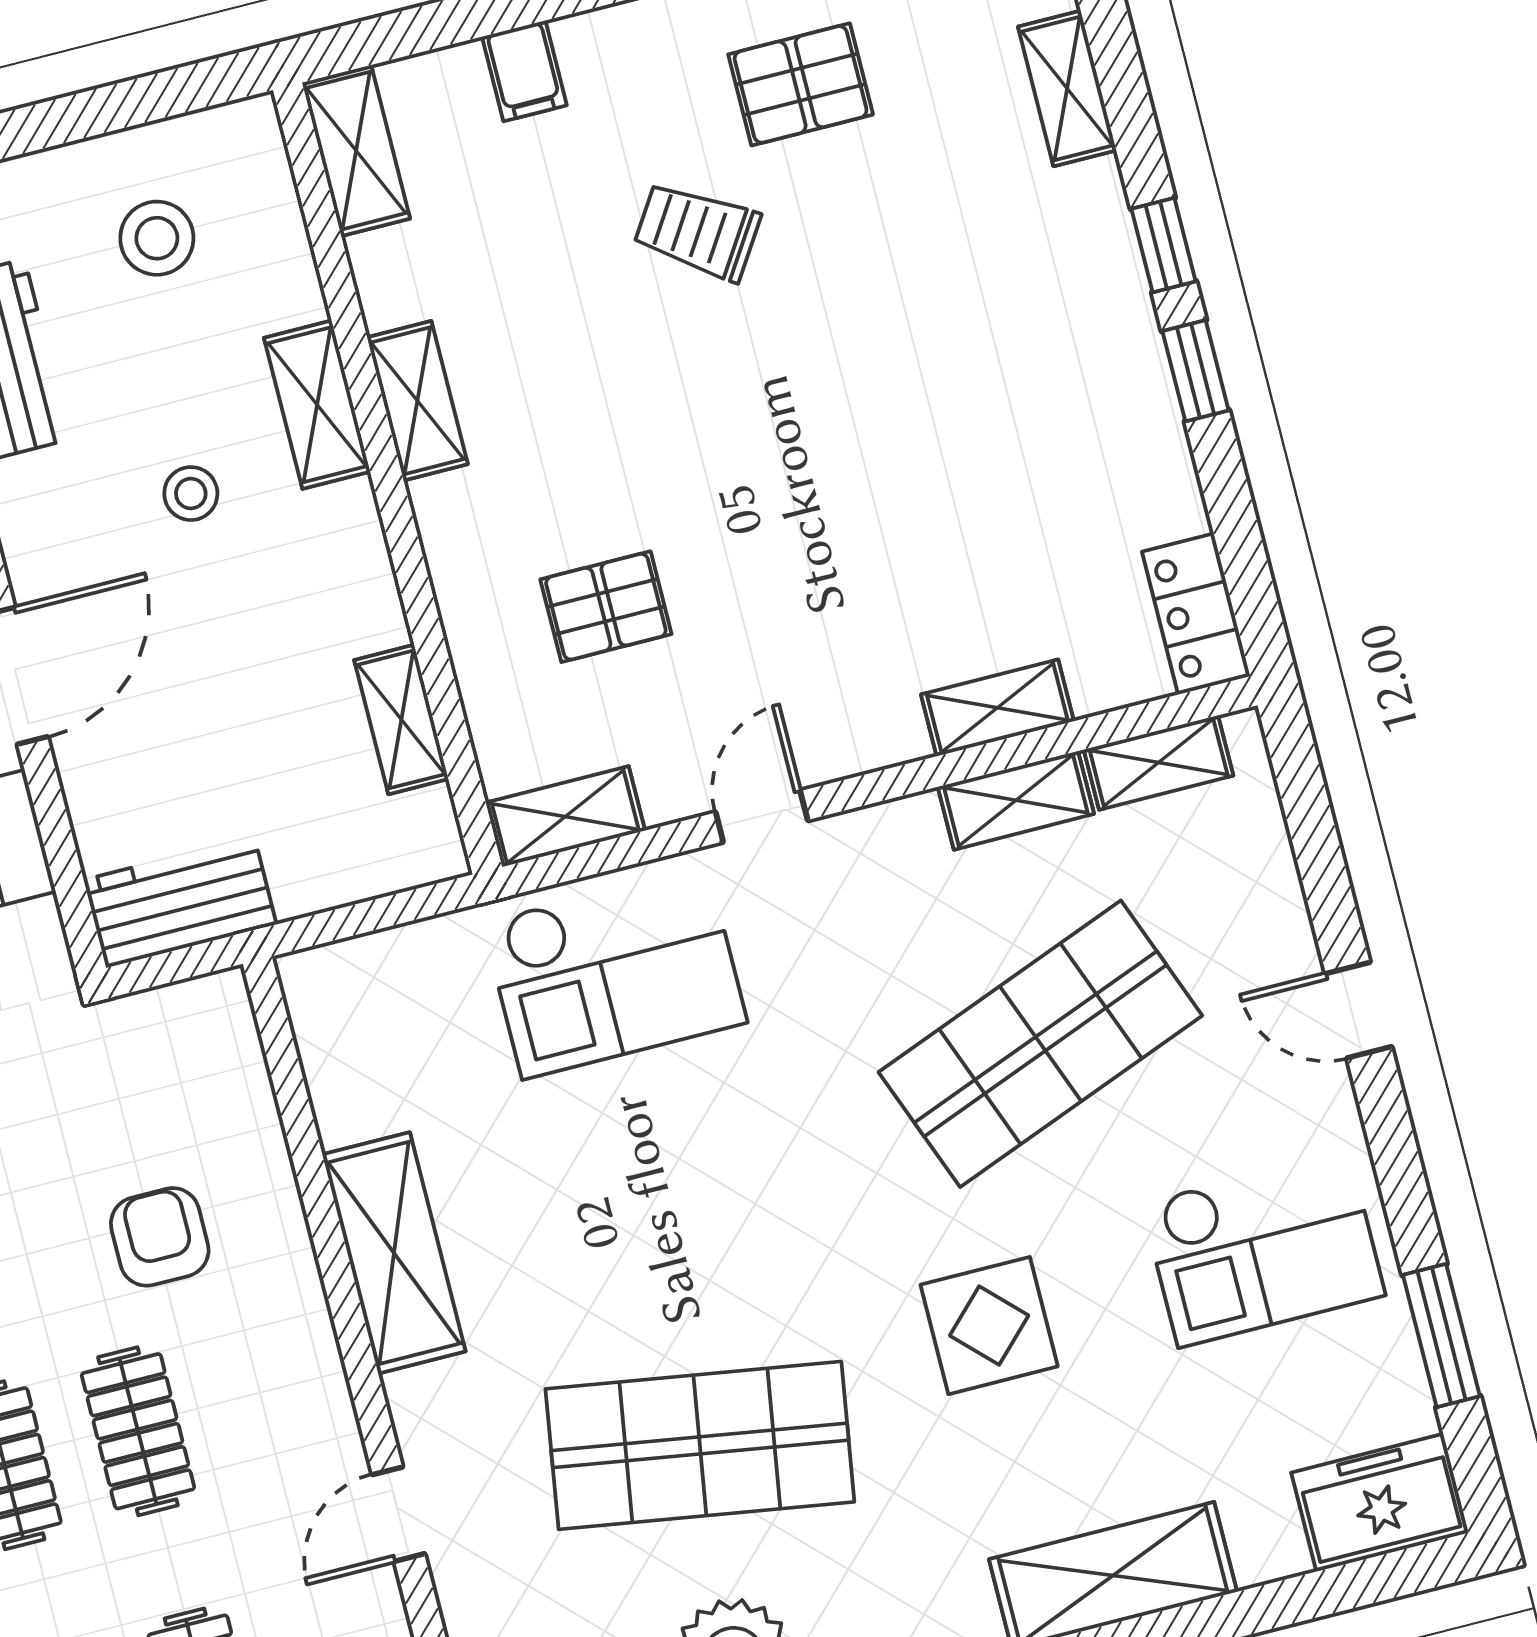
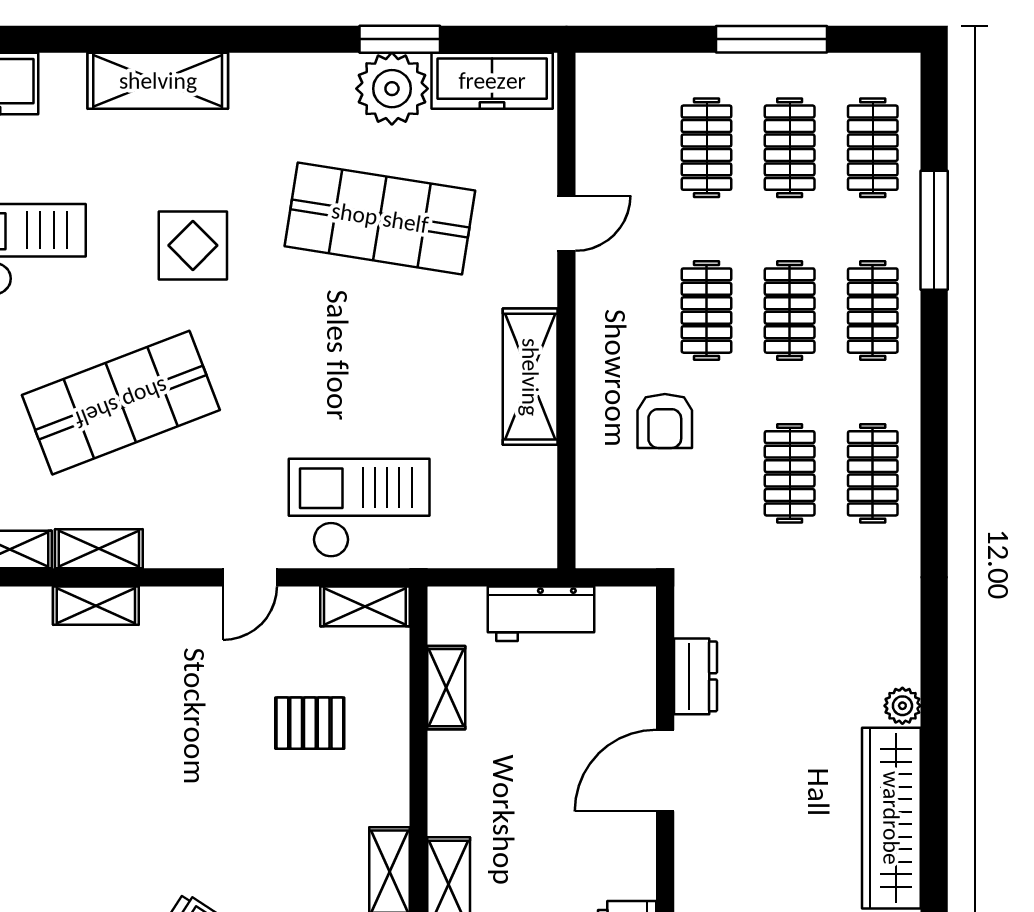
stool: (191, 494) -> (536, 851), removed
workbench: (180, 902) -> (541, 614), moved

